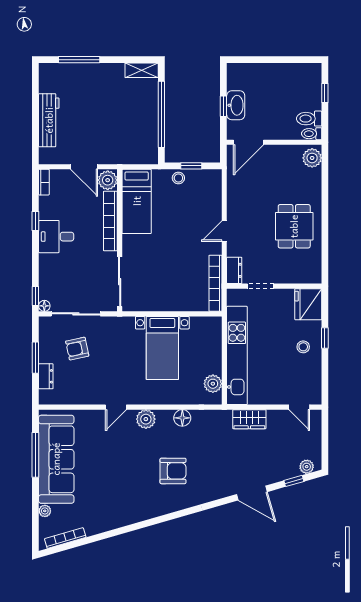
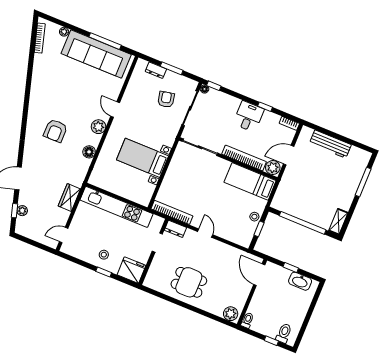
washbasin: (236, 105) -> (300, 281), moved
toilet: (309, 119) -> (284, 333), moved
plant: (213, 384) -> (104, 182), removed
plant: (307, 467) -> (22, 211), moved

